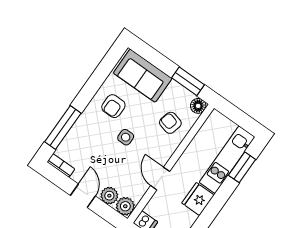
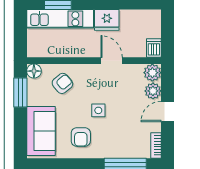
armchair: (113, 106) -> (81, 137), turned 90
armchair: (170, 123) -> (62, 83), turned -144
door: (160, 179) -> (112, 61), swing flipped

